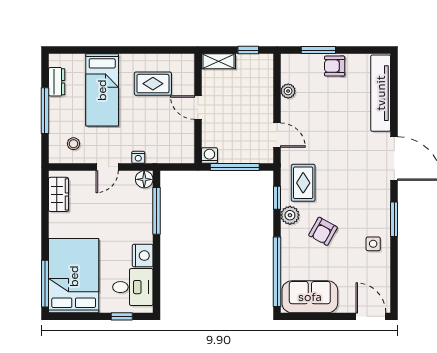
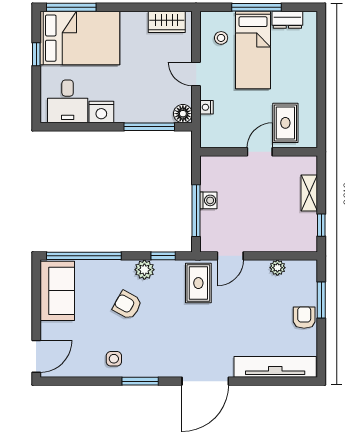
bed: (102, 90) -> (253, 50), moved, turned -90
door: (198, 108) -> (260, 152), moved
wall: (198, 109) -> (259, 152), moved
washing machine: (209, 155) -> (208, 200), moved
rug: (303, 183) -> (198, 283), moved, turned 90
window: (122, 316) -> (36, 54), moved

